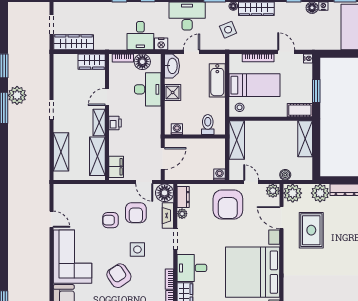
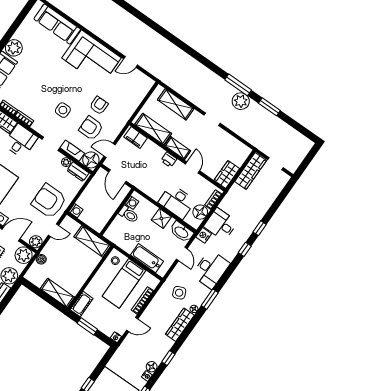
toilet: (208, 125) -> (129, 214), moved
armchair: (119, 276) -> (53, 83), removed

